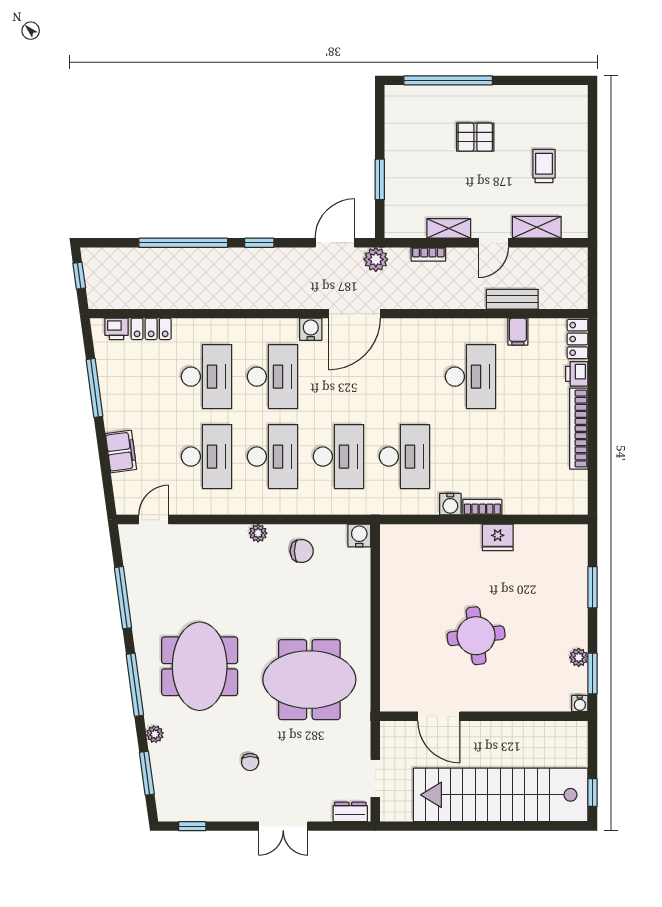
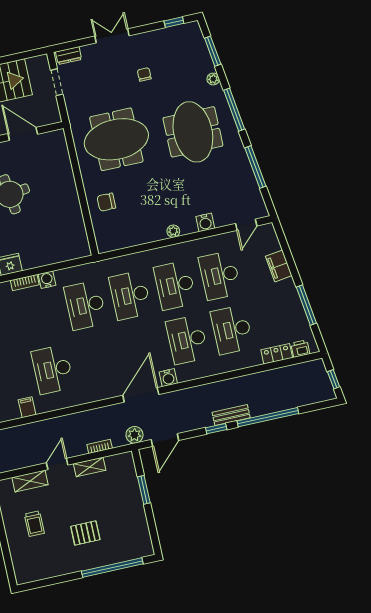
bench: (512, 299) -> (231, 415), moved
water cooler: (359, 536) -> (205, 222), moved
chair: (302, 551) -> (106, 202), moved

